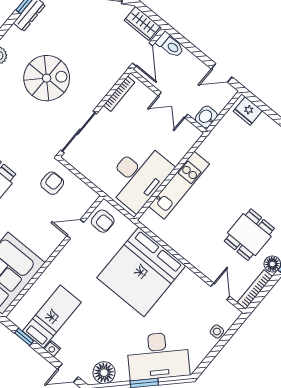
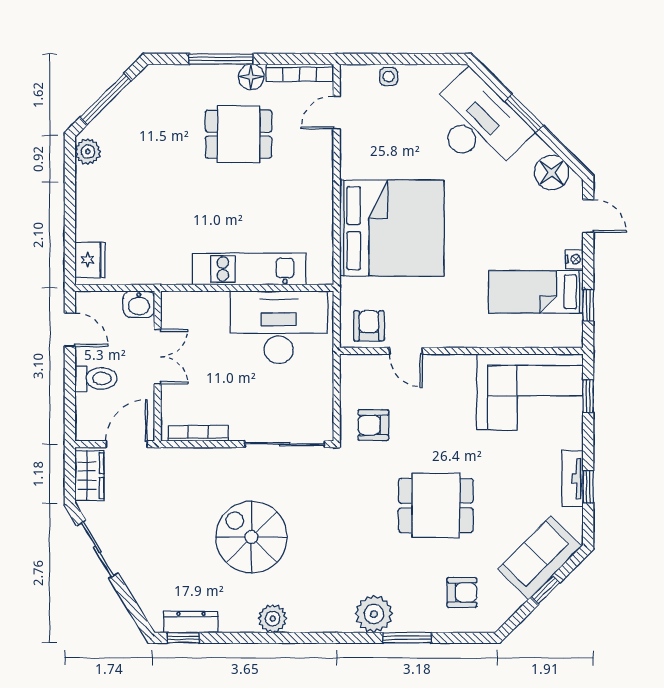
toilet: (170, 45) -> (96, 379), moved, turned 90

